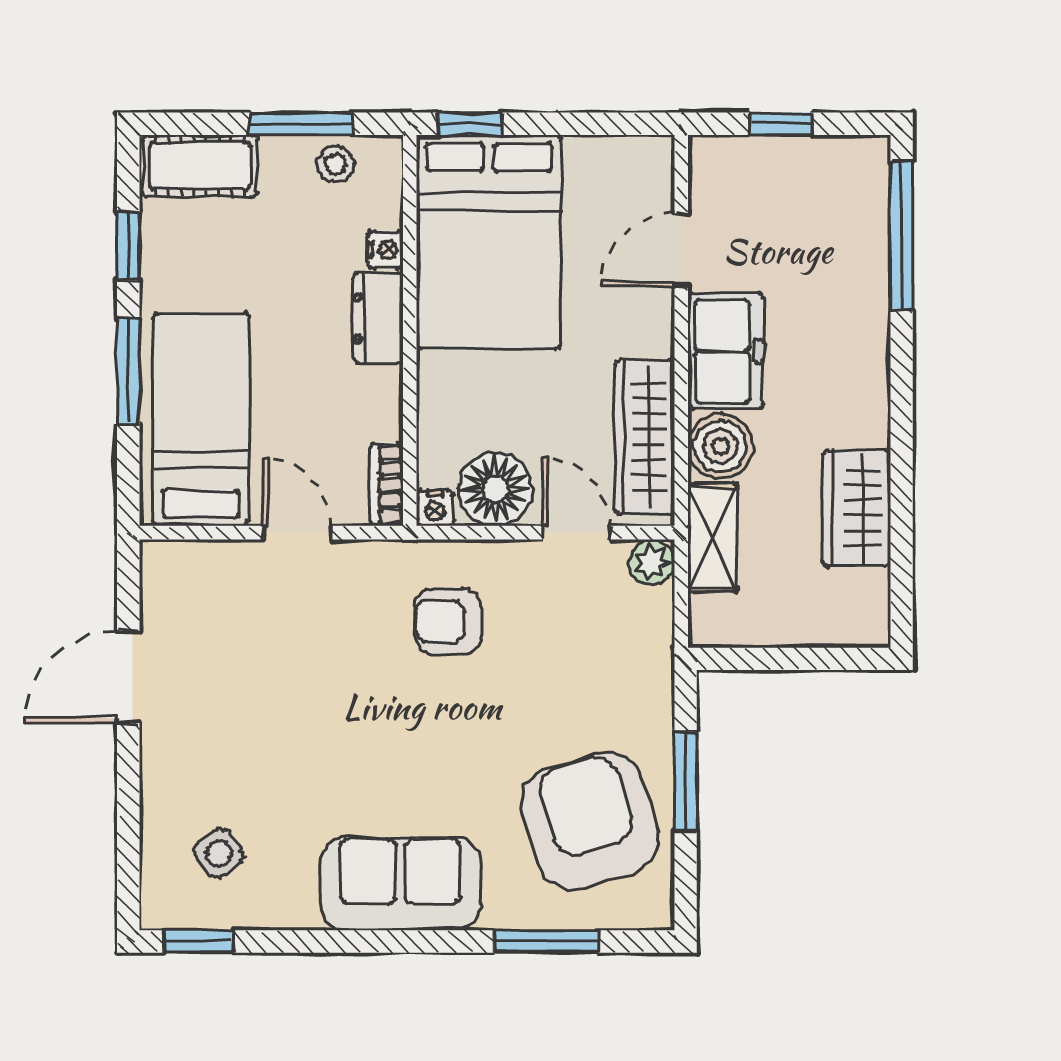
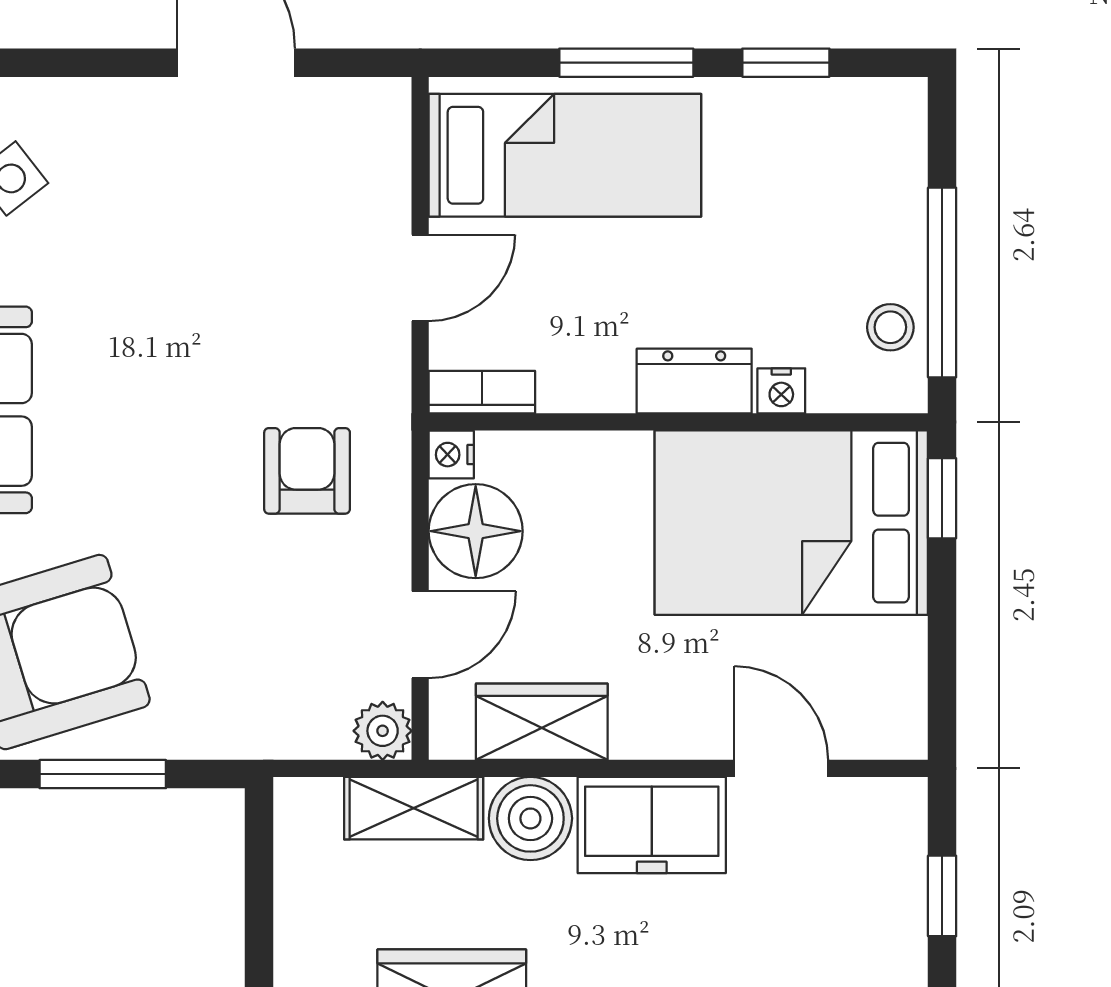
window: (300, 124) -> (942, 282), width x1.44
cot: (200, 166) -> (888, 154), removed
wardrobe: (645, 437) -> (542, 722), width x0.67

